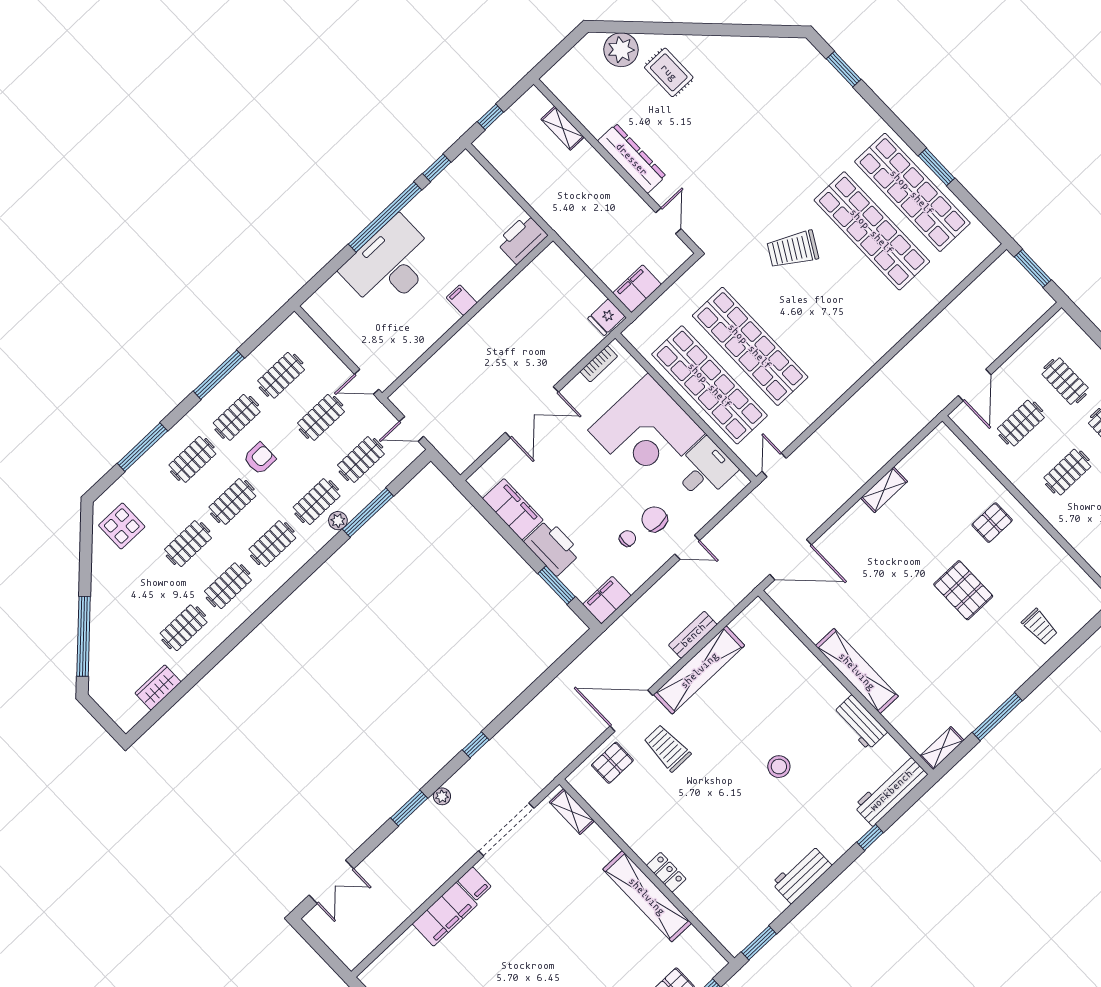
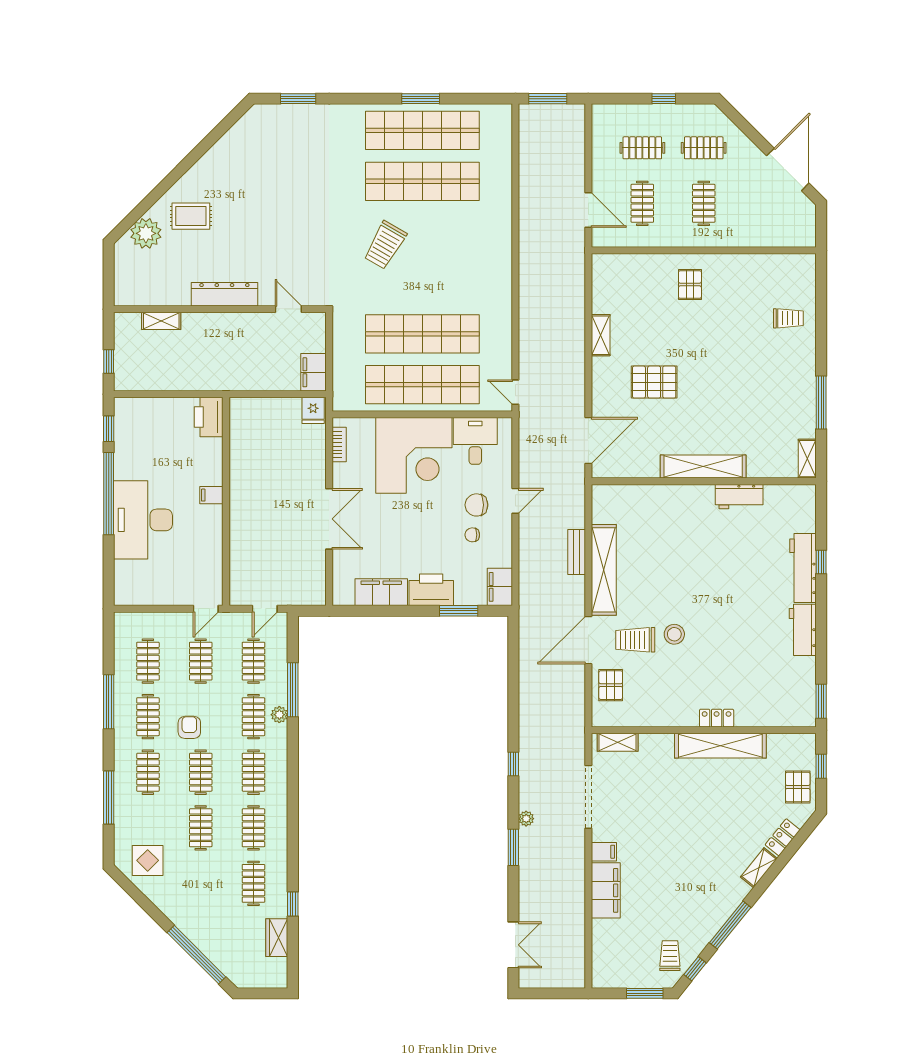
chair: (628, 538) -> (472, 535), turned -90
pallet: (963, 590) -> (654, 382), moved
window: (197, 675) -> (293, 904), added
stool: (779, 767) -> (674, 634), moved
workbench: (891, 790) -> (803, 568), moved

